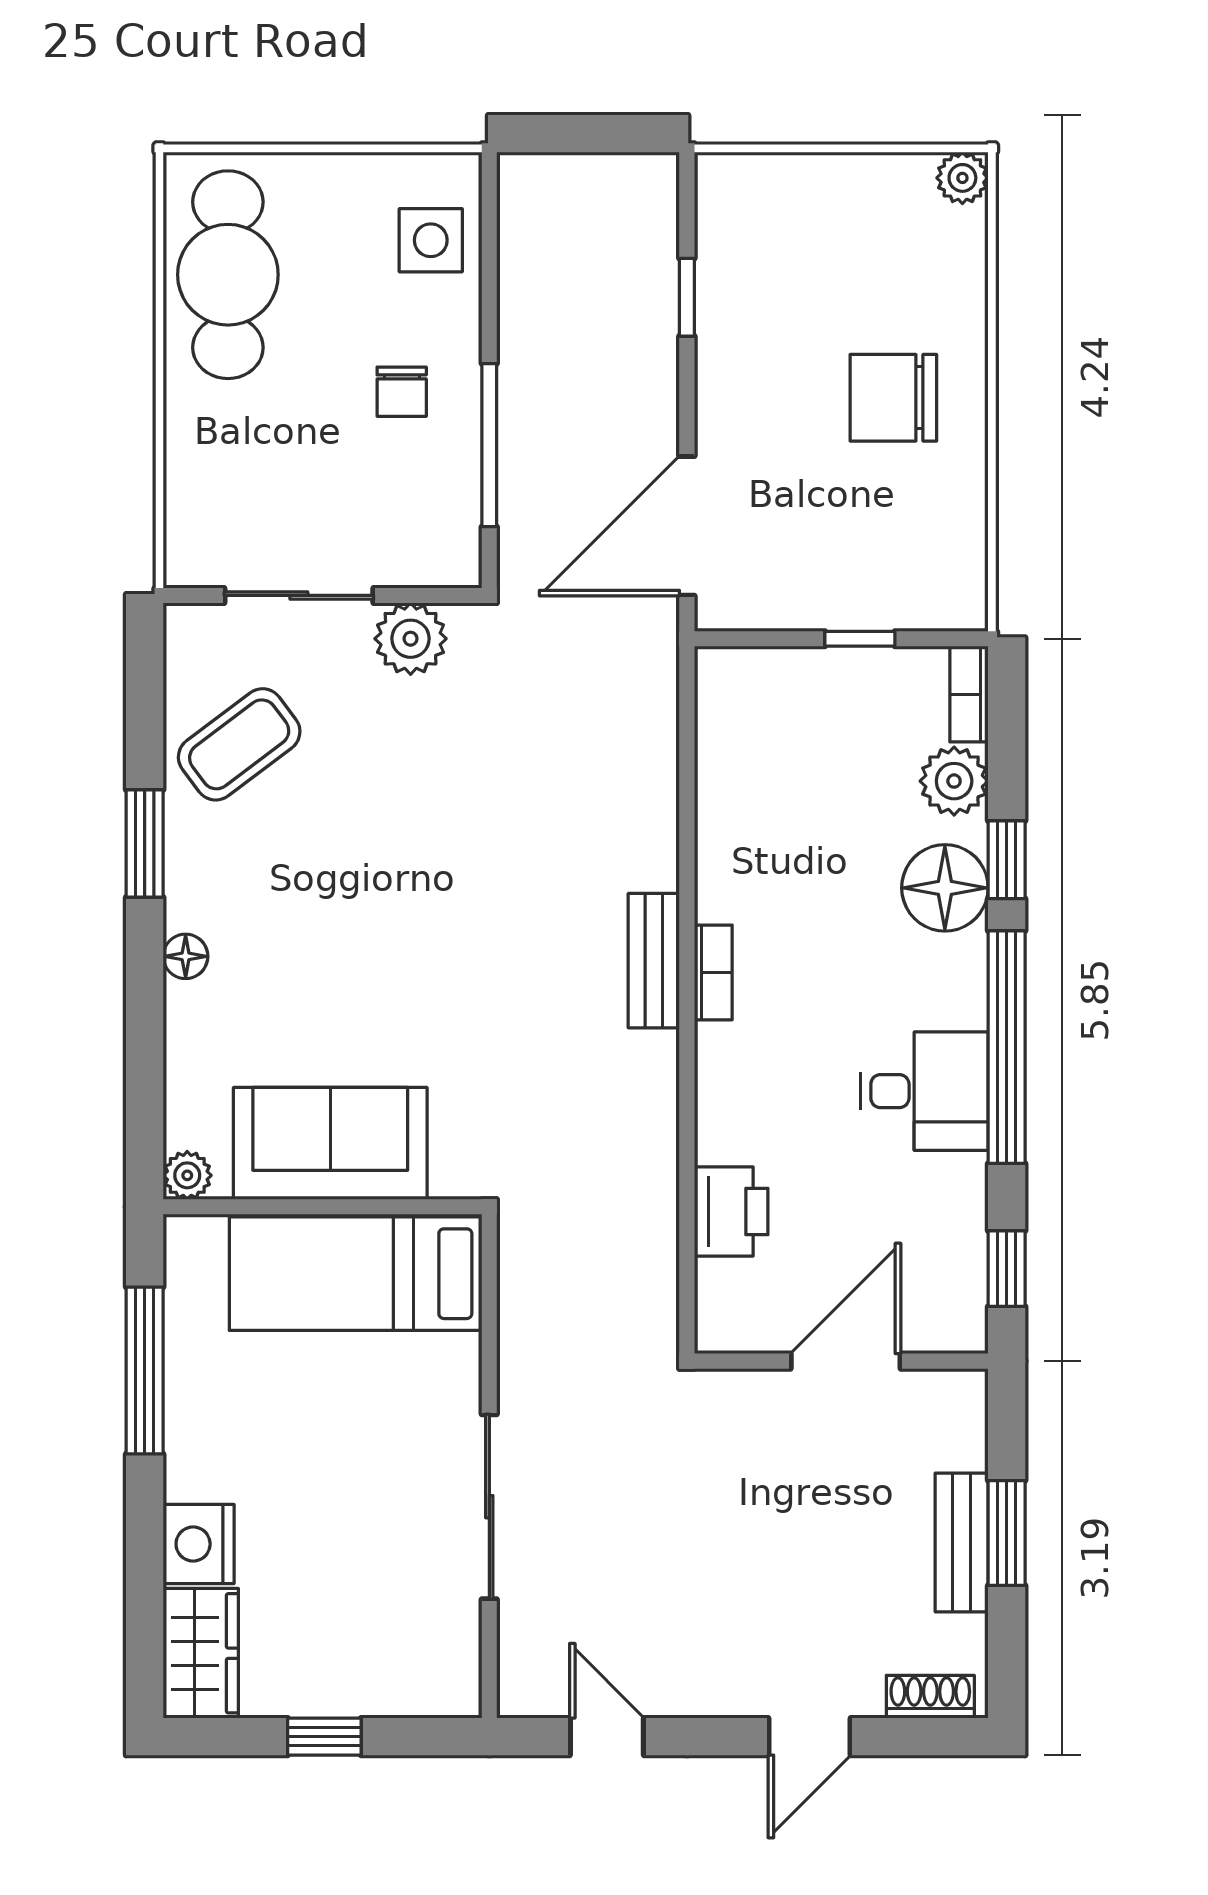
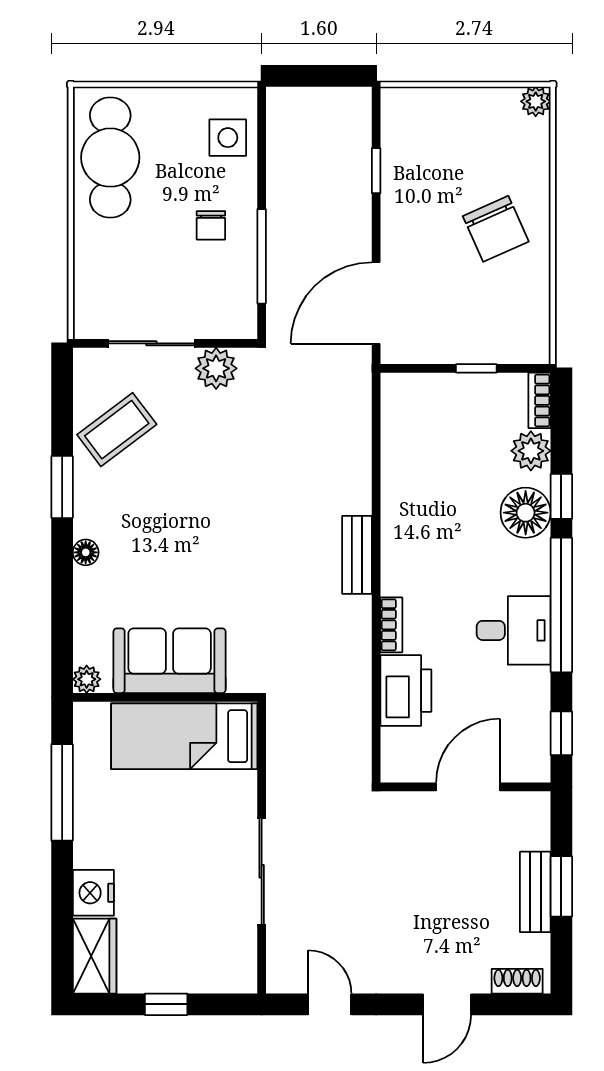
chair: (893, 398) -> (496, 229), turned -114
bookcase: (713, 972) -> (391, 625), moved
printer: (731, 1211) -> (406, 691), width x1.37, depth x1.19

